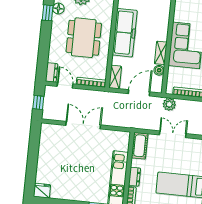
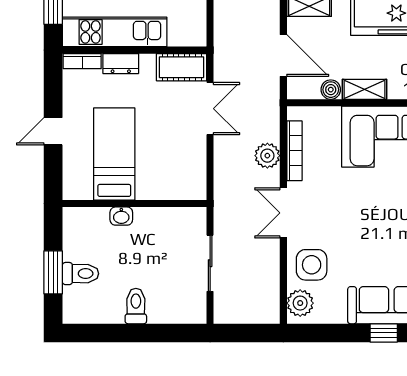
plant: (169, 104) -> (267, 156), moved
double door: (173, 134) -> (210, 109), moved

